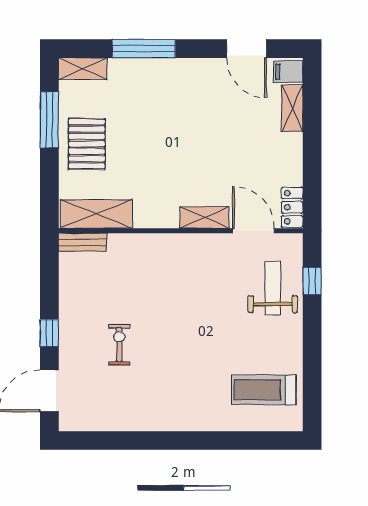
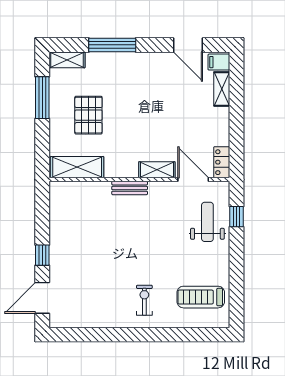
pallet: (87, 144) -> (88, 115), moved
bench: (83, 242) -> (130, 188), moved
exercise bike: (119, 345) -> (144, 300), moved

